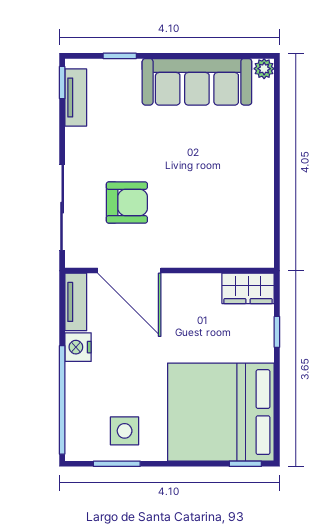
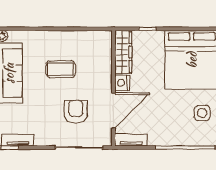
coffee table: (204, 175) -> (61, 69), added
wardrobe: (248, 288) -> (123, 52), width x1.50
nightstand: (78, 347) -> (122, 83), moved, turned 90

